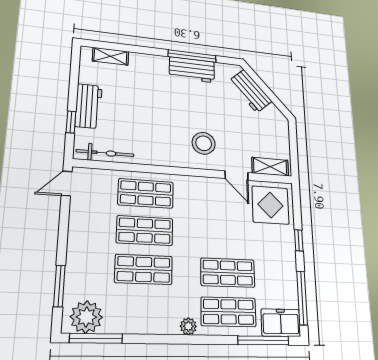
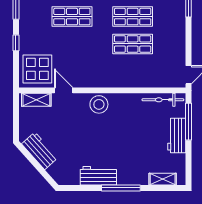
window: (192, 56) -> (121, 188), moved
workbench: (250, 91) -> (40, 151), moved
window: (71, 122) -> (189, 122), width x2.17
stool: (204, 143) -> (99, 104), moved
shop shelf: (146, 193) -> (133, 71), removed

